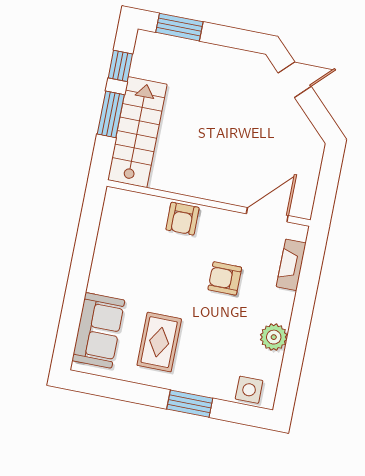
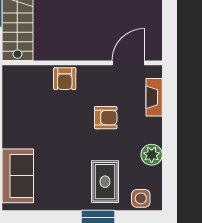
armchair: (225, 278) -> (106, 118), turned 180
rug: (159, 342) -> (105, 182), moved

